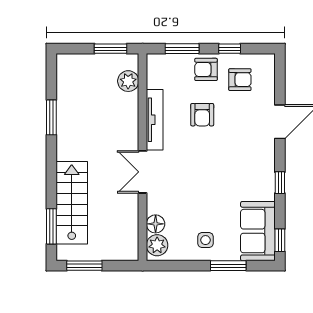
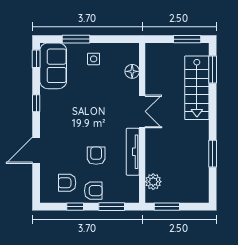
plant: (157, 245) -> (131, 55), removed

